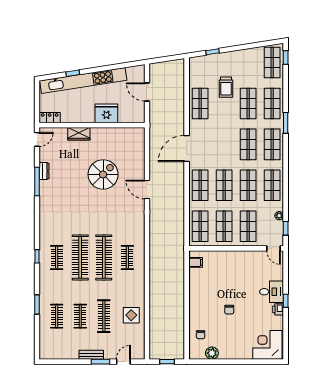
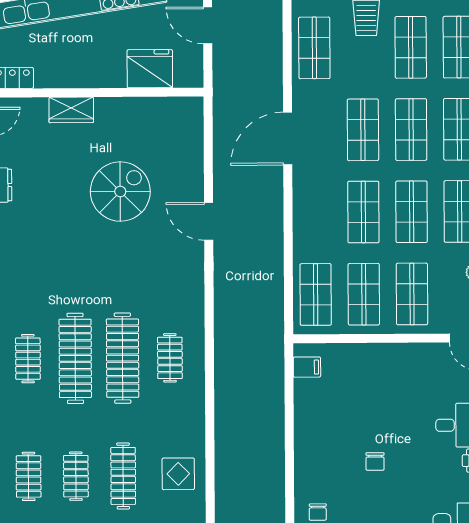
fridge: (106, 113) -> (150, 69), moved
shop shelf: (200, 185) -> (363, 130), moved

